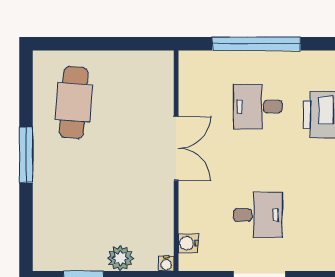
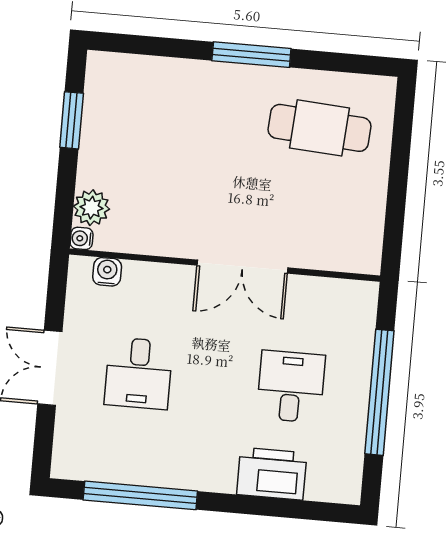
plant: (120, 258) -> (91, 208), moved

